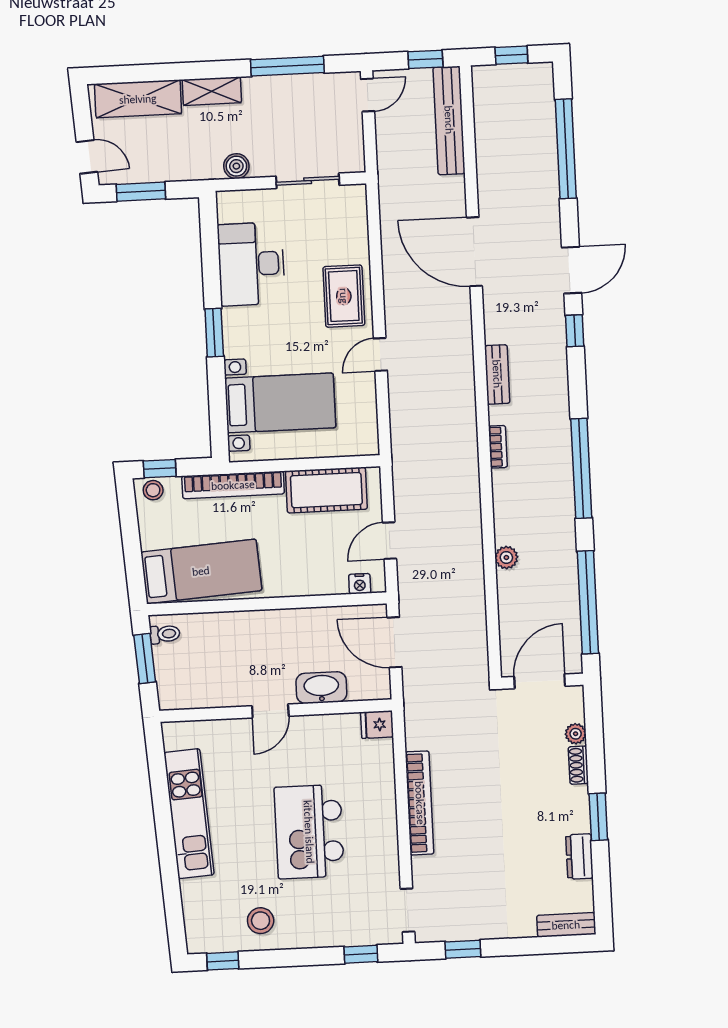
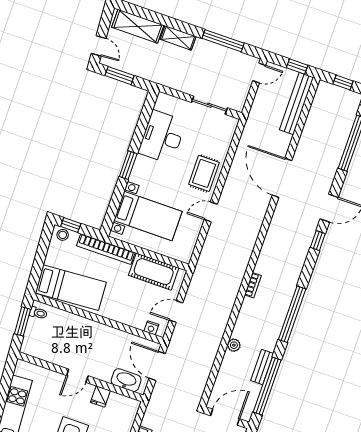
boiler: (236, 166) -> (175, 82), removed
bench: (497, 374) -> (262, 367), moved
washbasin: (321, 688) -> (126, 380), moved
fridge: (377, 725) -> (100, 396), moved, turned -90

